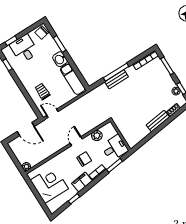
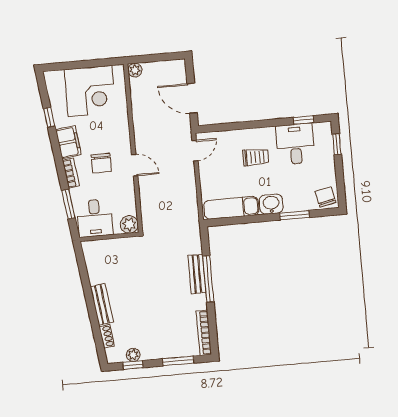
desk: (24, 49) -> (295, 144), moved, turned -90
trolley: (42, 91) -> (256, 157), moved
door: (26, 129) -> (192, 98), hinge flipped
plant: (97, 136) -> (129, 224), moved

